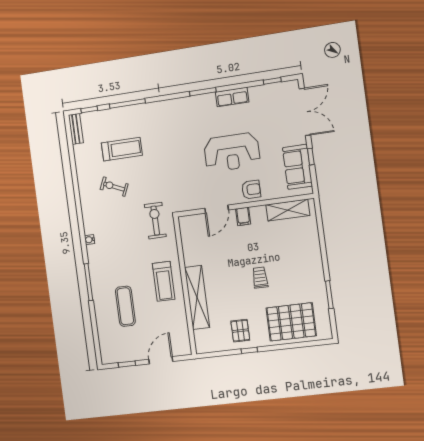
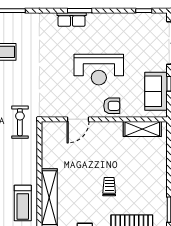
row of seats: (232, 97) -> (72, 20), moved
filing cabinet: (243, 216) -> (101, 129), removed
treadmill: (164, 281) -> (23, 203), moved

